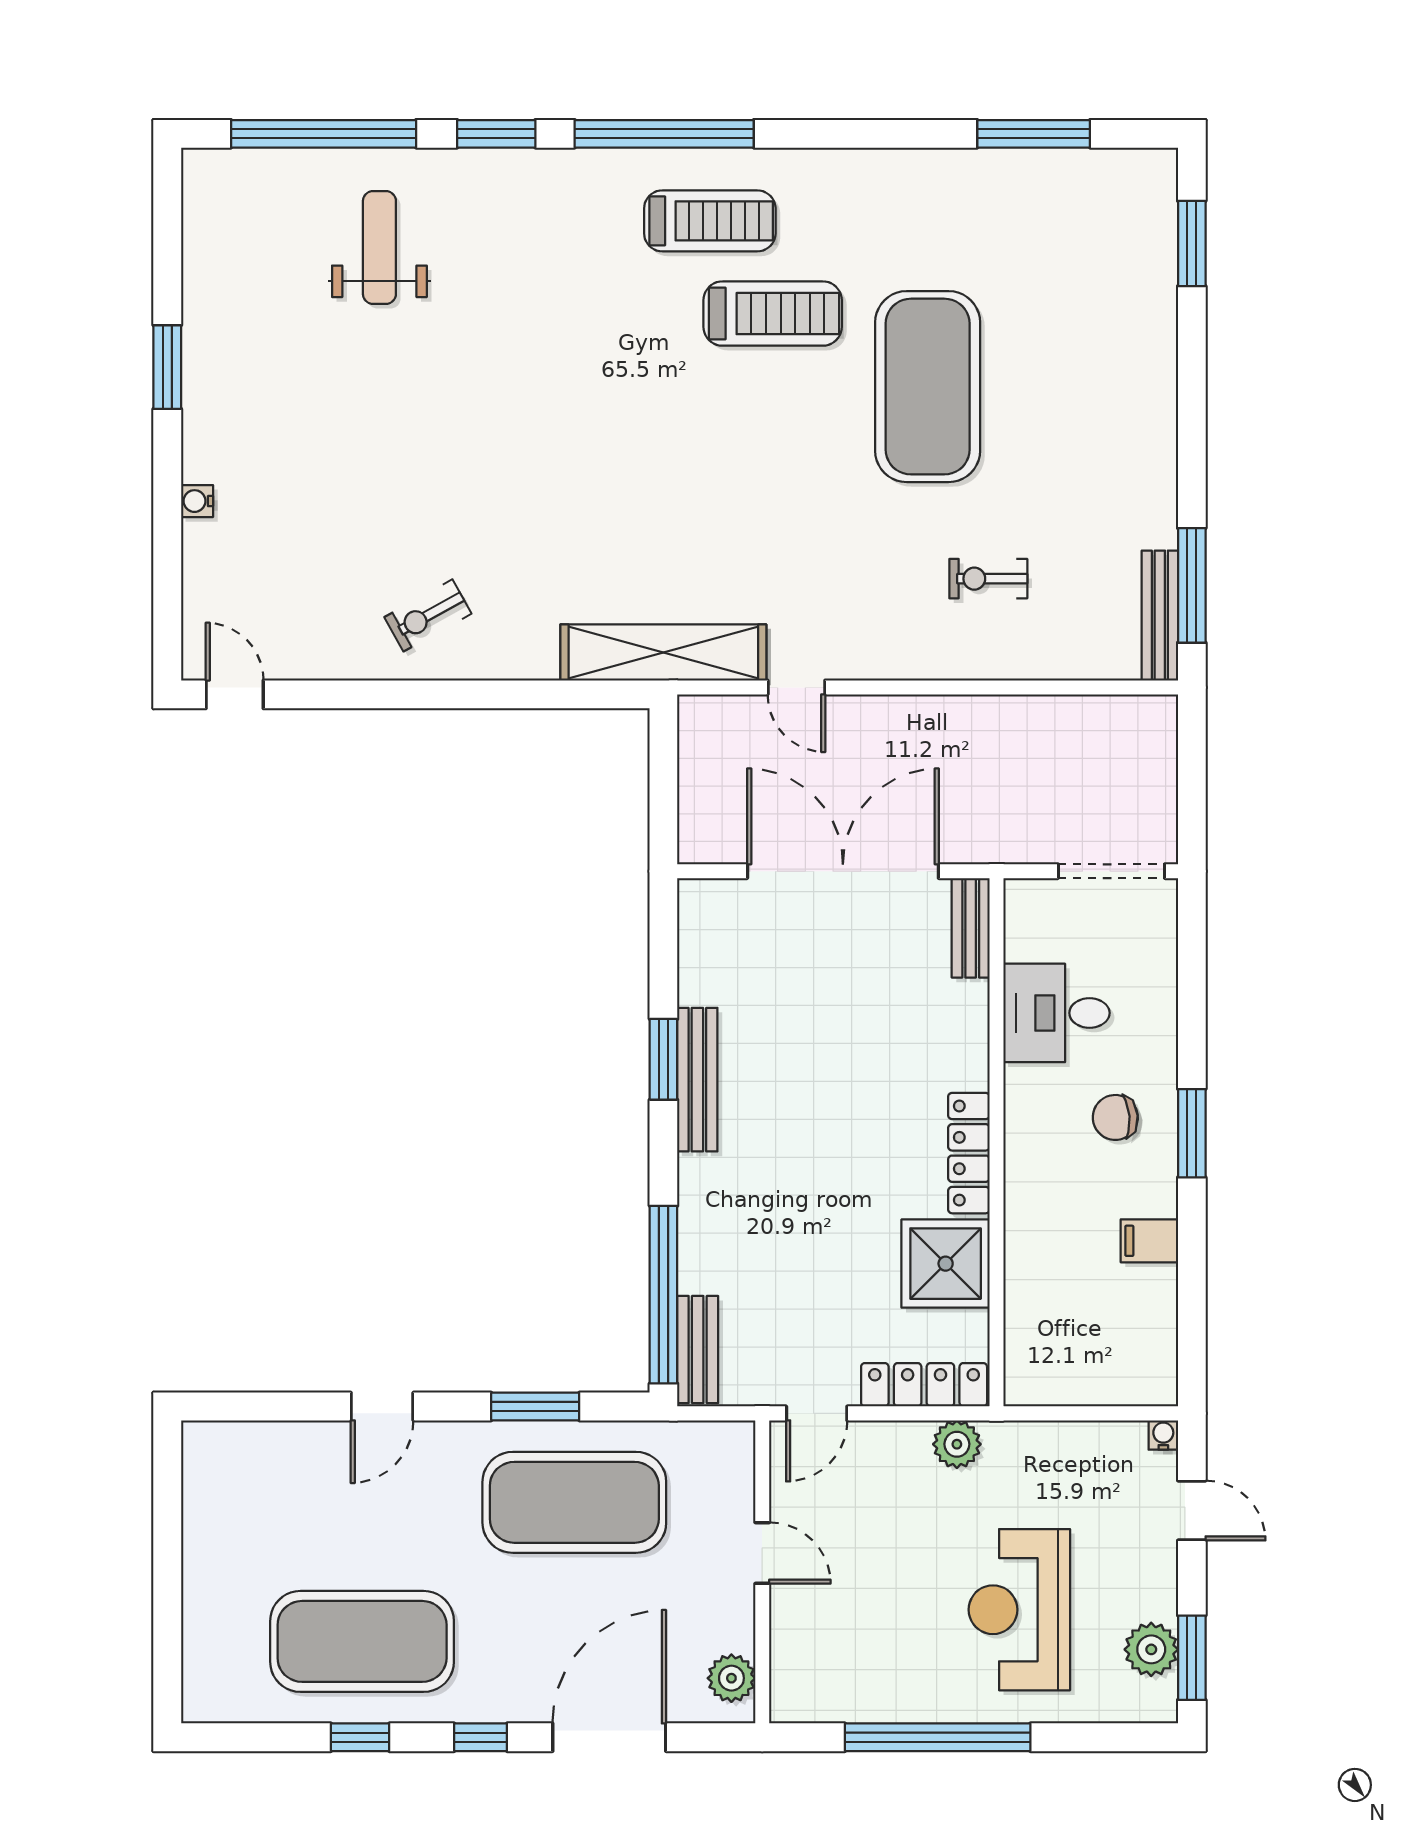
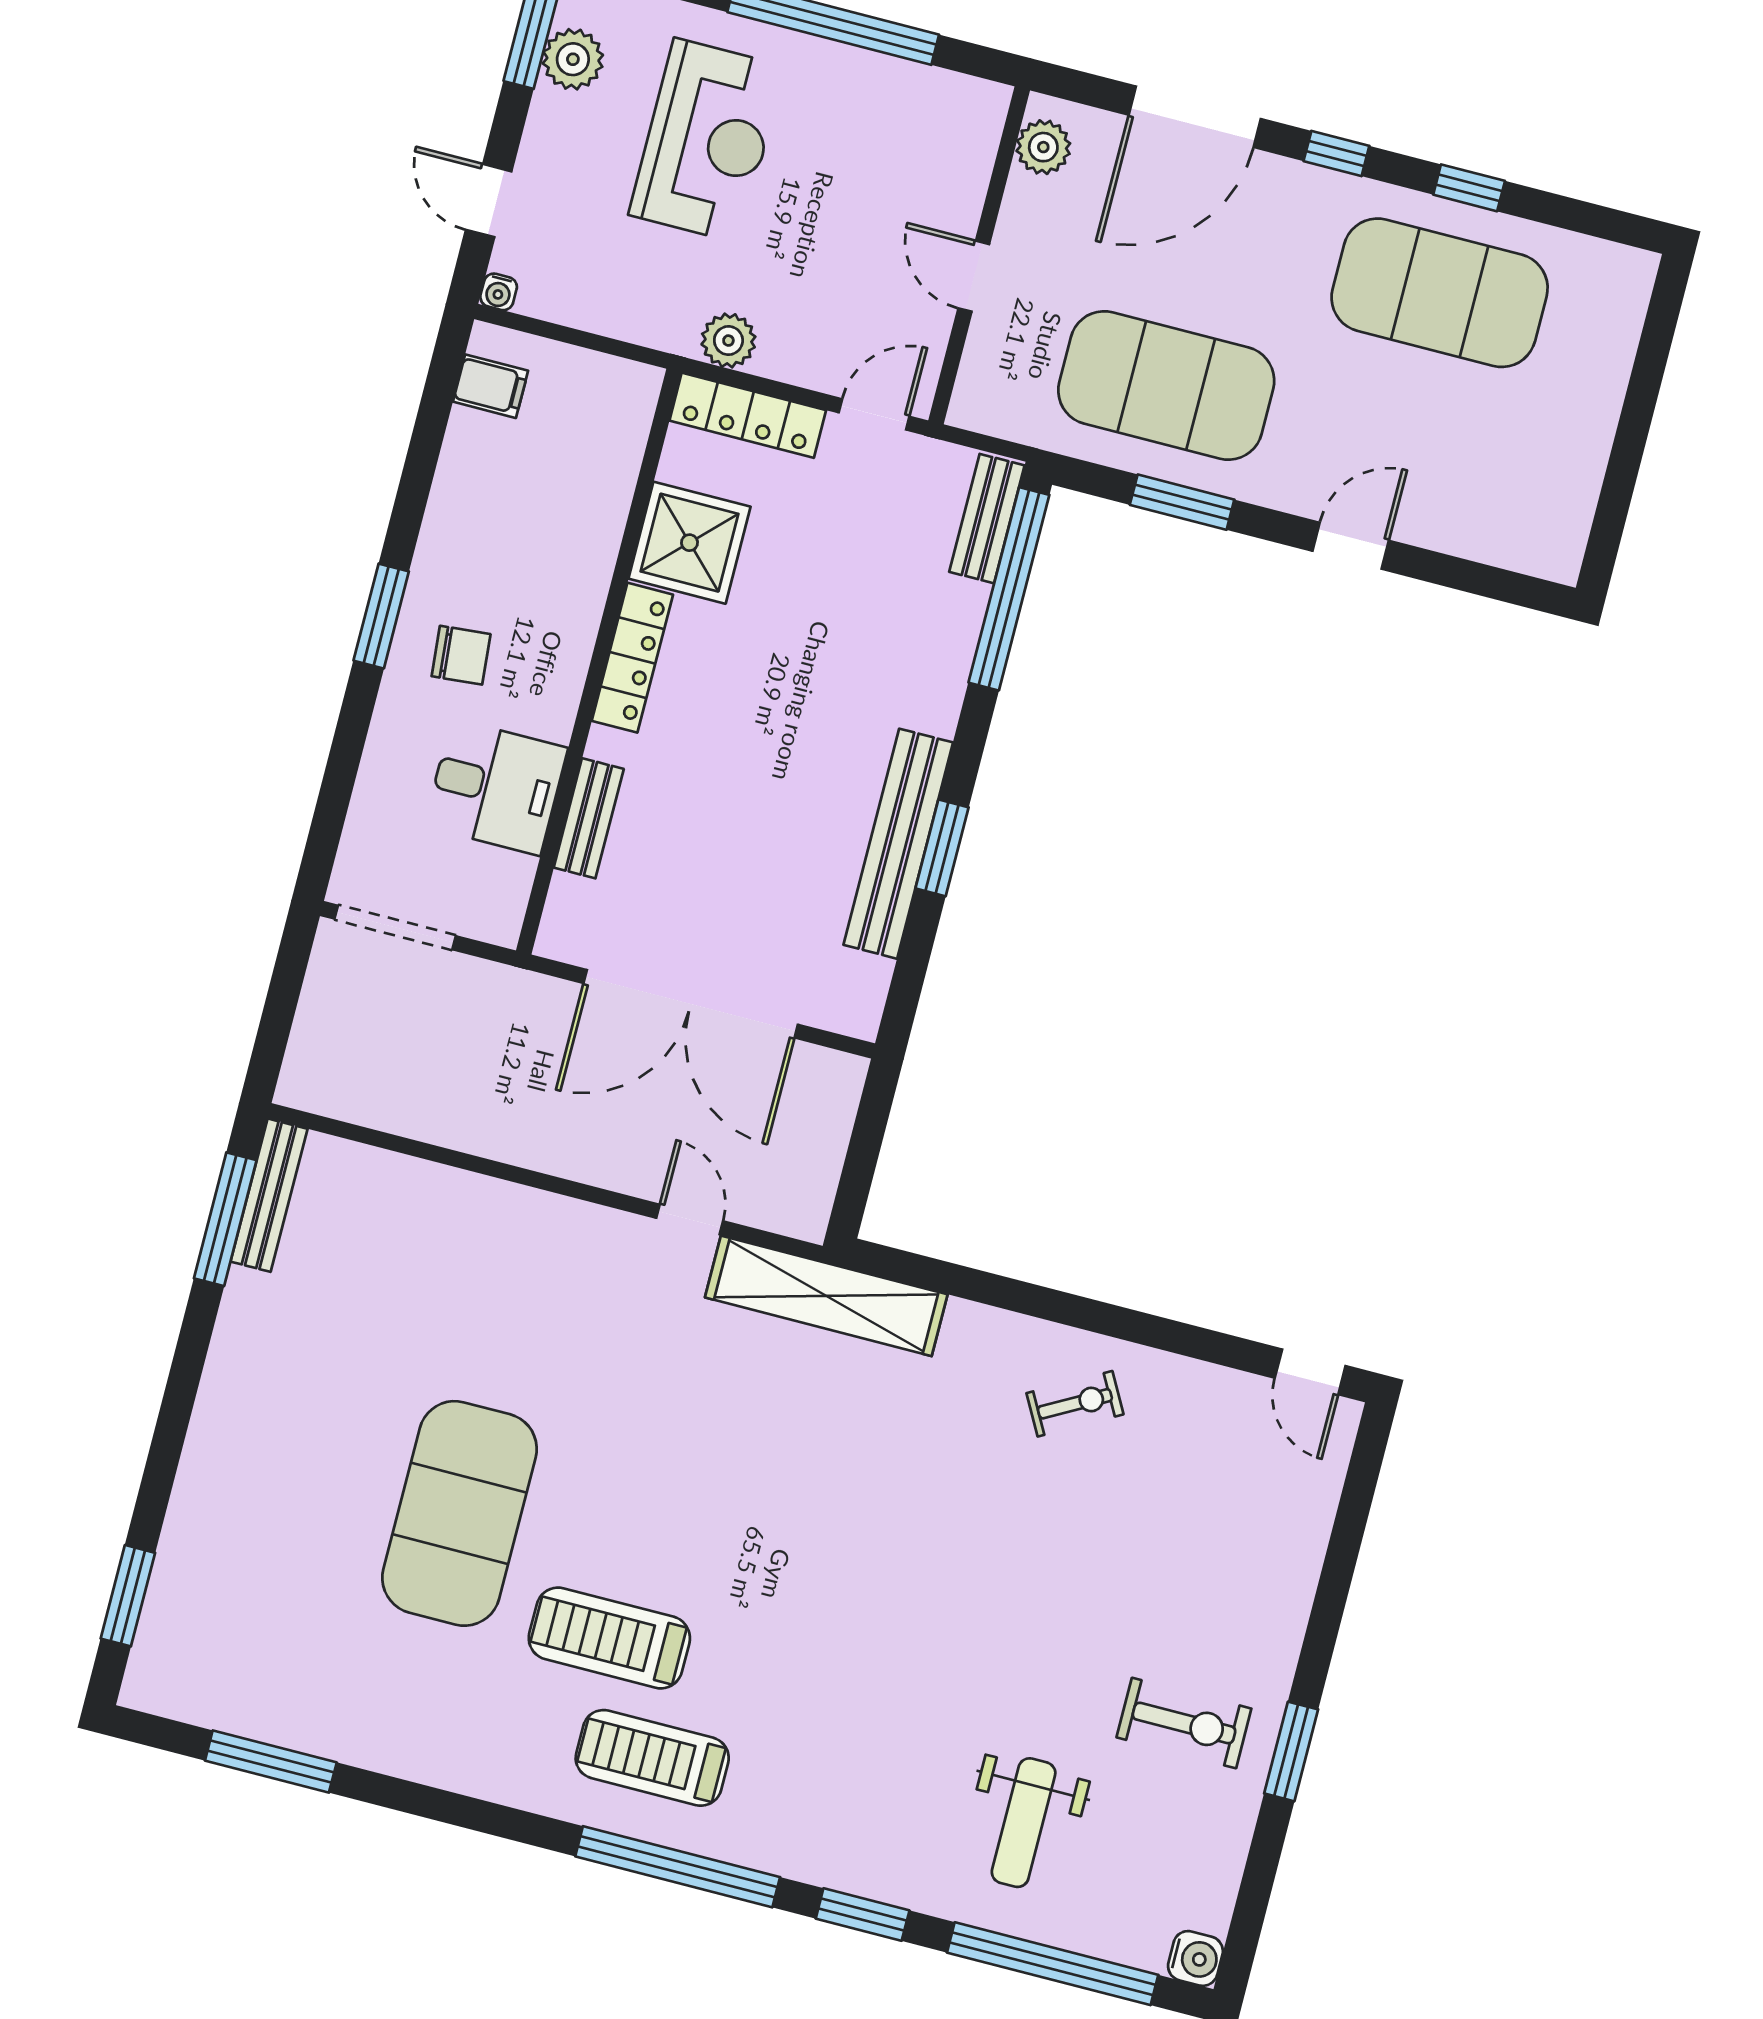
water cooler: (197, 501) -> (1195, 1958), moved, width x1.38, depth x1.38
exercise bike: (988, 579) -> (1184, 1723), moved, width x1.38, depth x1.39
bench: (971, 928) -> (589, 818), moved
bench: (697, 1080) -> (898, 844), width x1.37, depth x1.21
filing cabinet: (1149, 1241) -> (491, 386), moved

